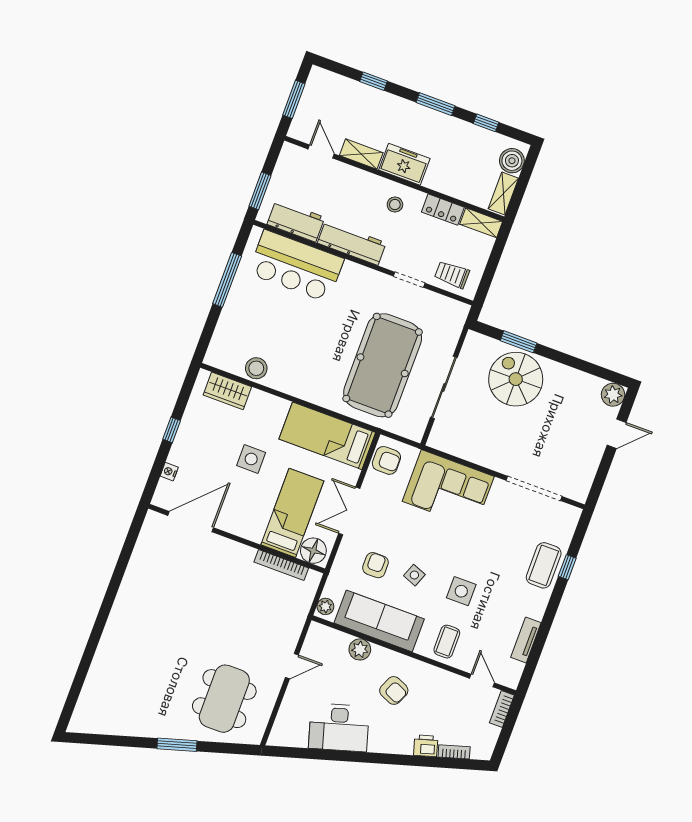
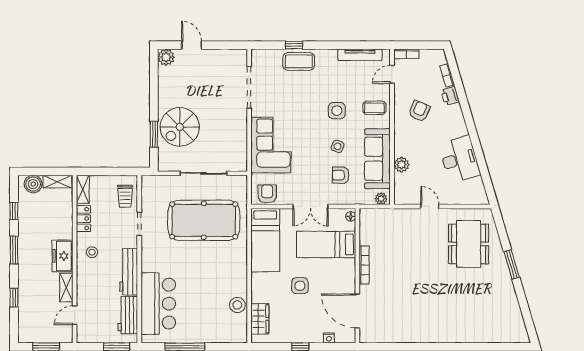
floor lamp: (313, 551) -> (351, 216), width x0.53, depth x0.53
bookcase: (281, 565) -> (364, 265), moved
tv unit: (526, 640) -> (360, 55), width x1.41
armchair: (394, 690) -> (419, 111), moved
dining table: (224, 699) -> (469, 244), turned 90

